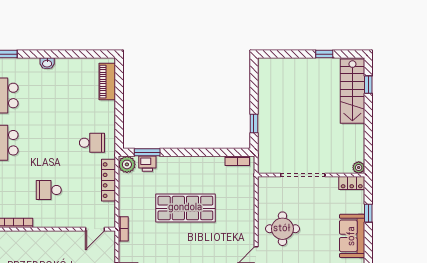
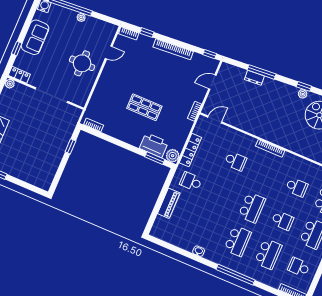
piano: (107, 82) -> (169, 203), moved
printer: (147, 164) -> (154, 145), width x1.87, depth x1.48
shop shelf: (185, 208) -> (144, 107), width x0.70, depth x0.74

